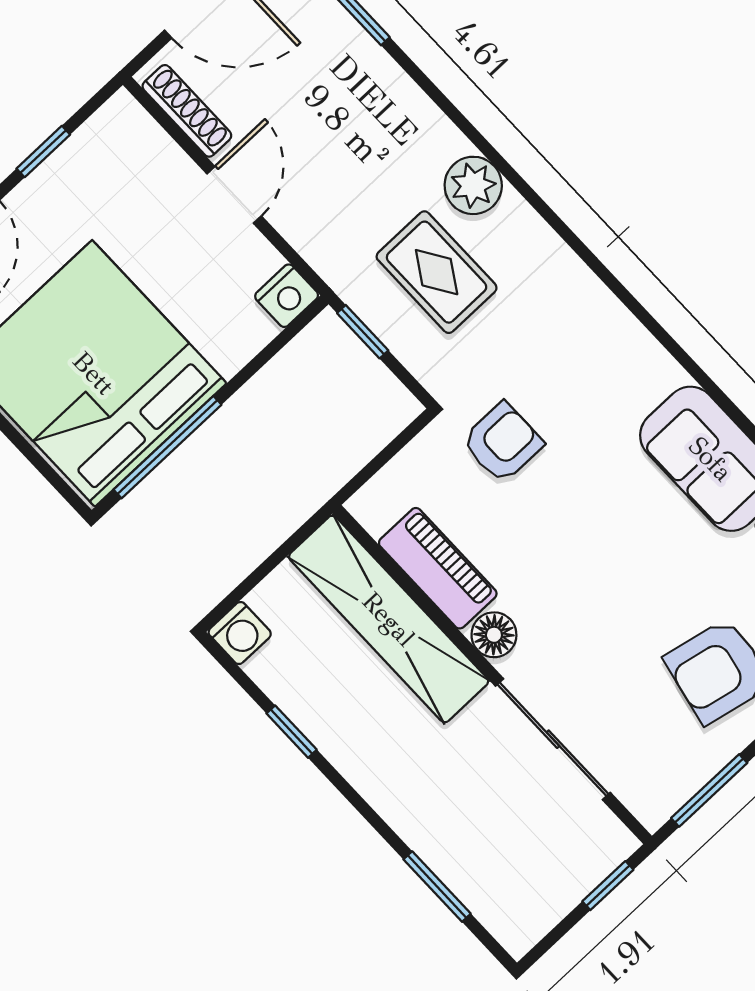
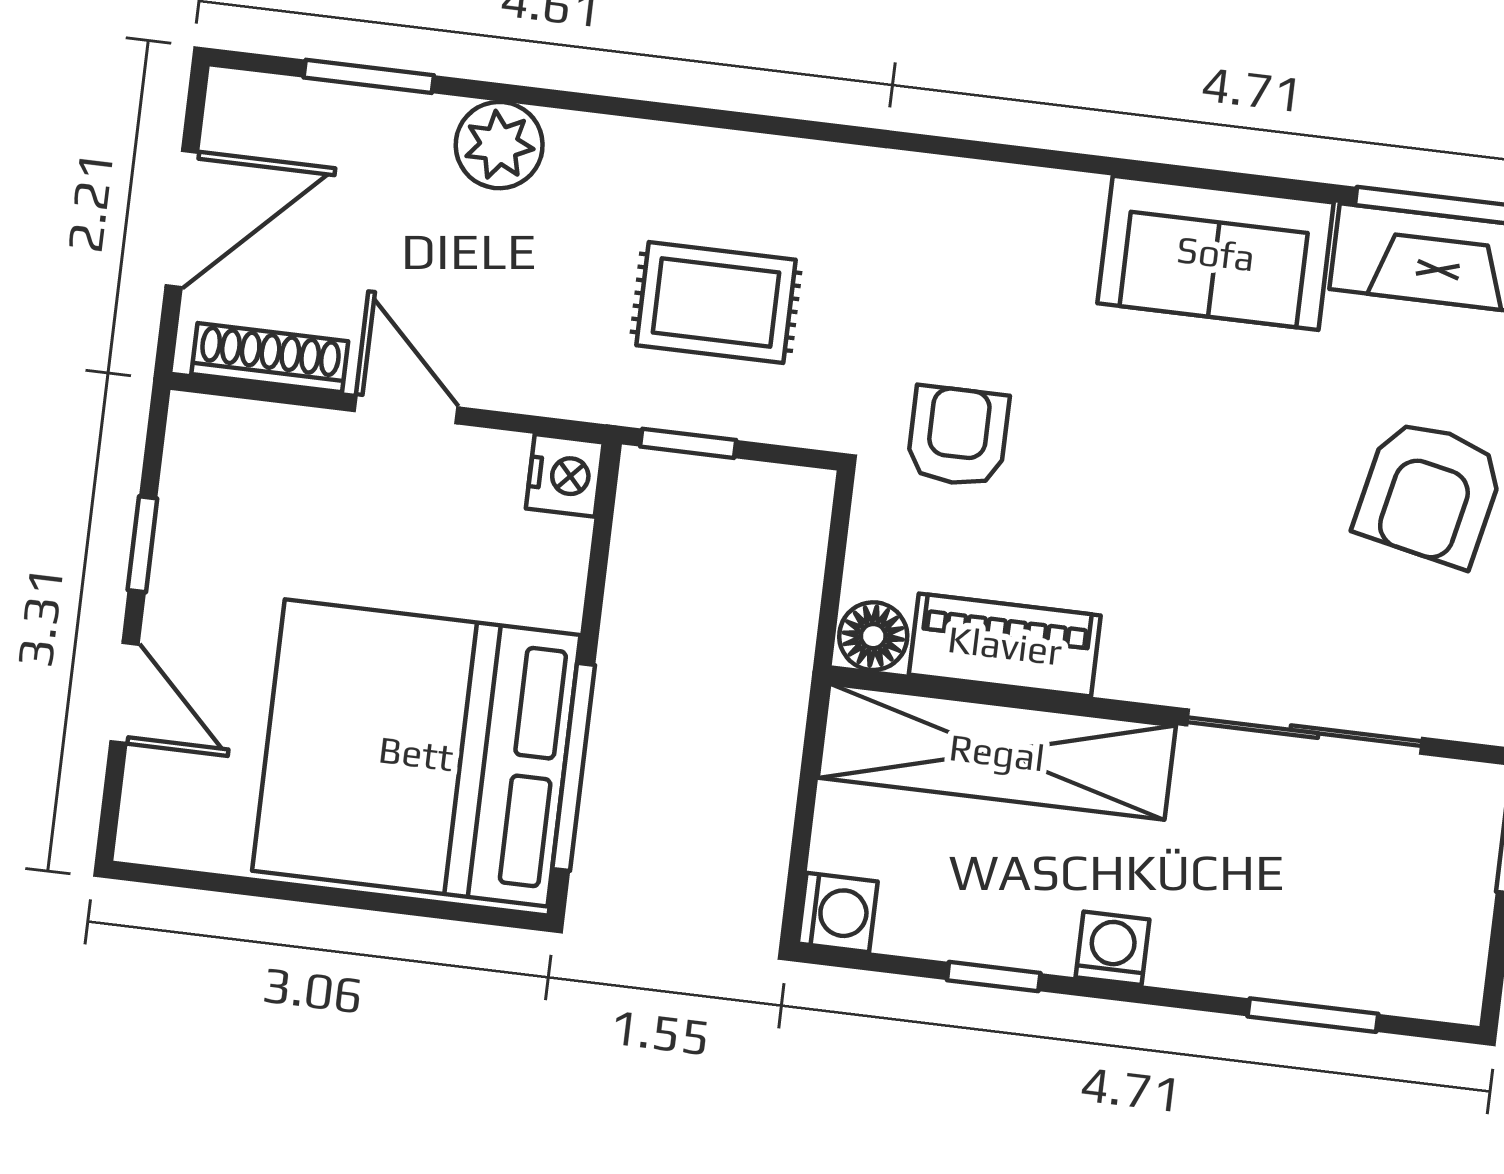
plant: (473, 185) -> (499, 145), moved
floor lamp: (494, 635) -> (873, 636), moved
washing machine: (364, 768) -> (1112, 948), added

